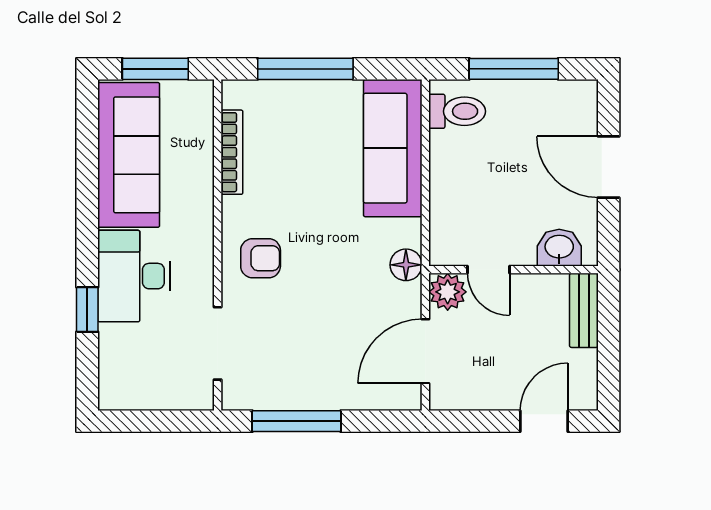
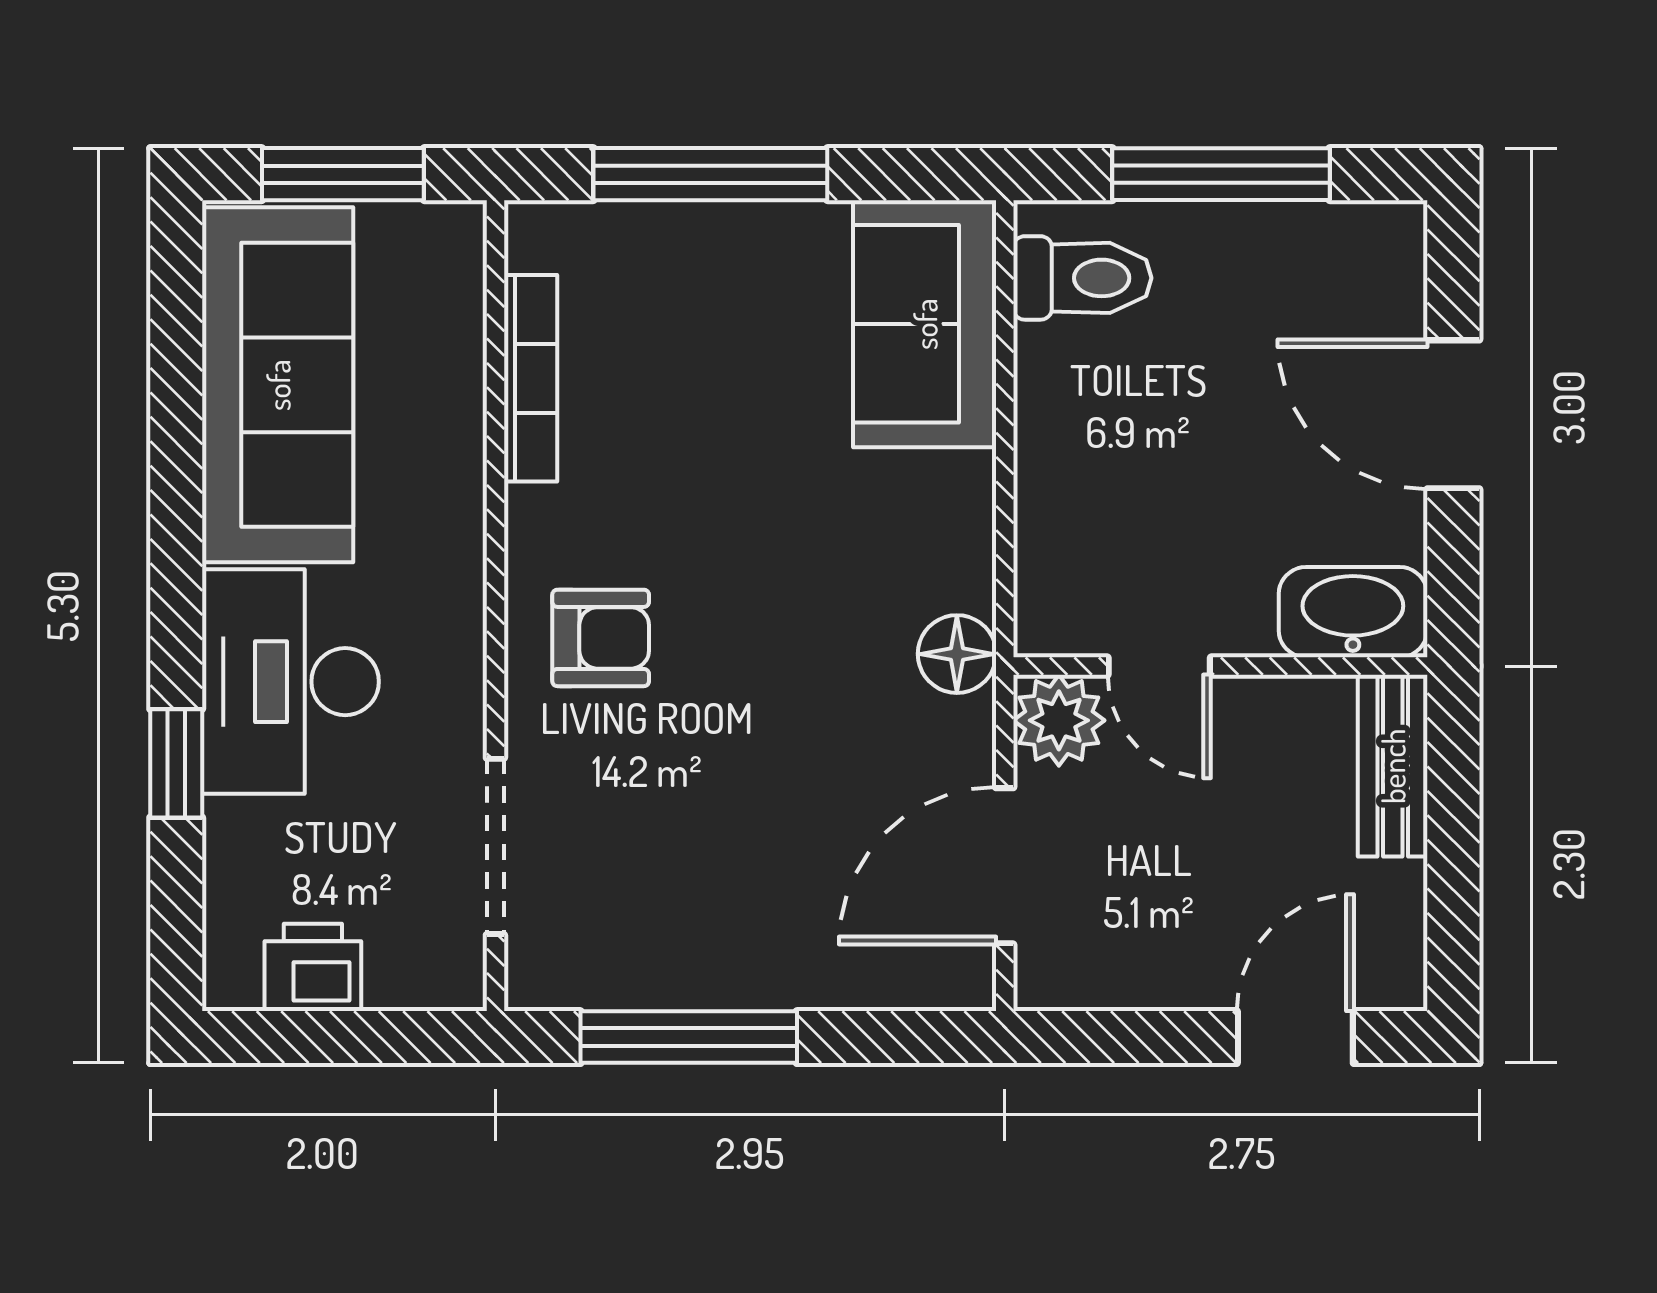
sofa: (393, 148) -> (925, 324), width x0.73
washbasin: (559, 248) -> (1353, 612), width x1.38
printer: (143, 393) -> (313, 967), added

